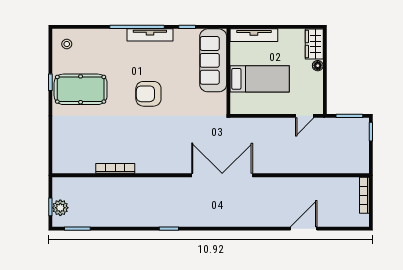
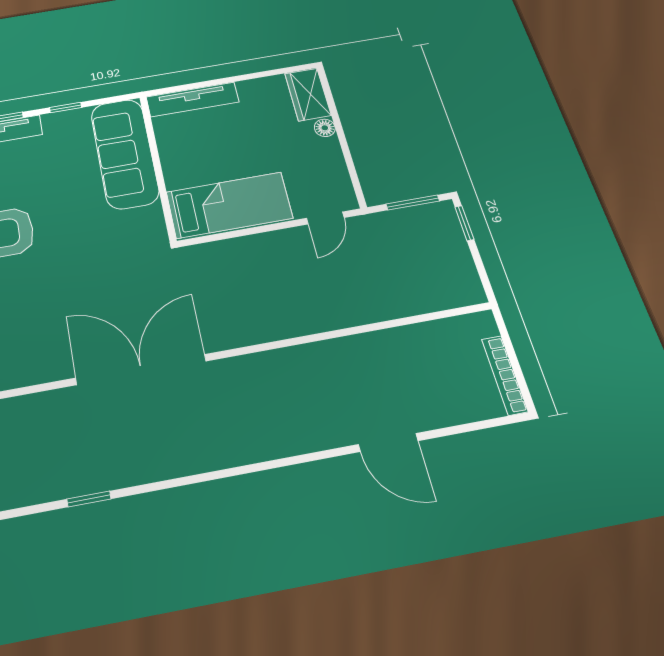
bed: (260, 79) -> (229, 205), moved
double door: (222, 175) -> (141, 369), moved
bookcase: (364, 195) -> (505, 375), moved
door: (304, 229) -> (388, 443), swing flipped

